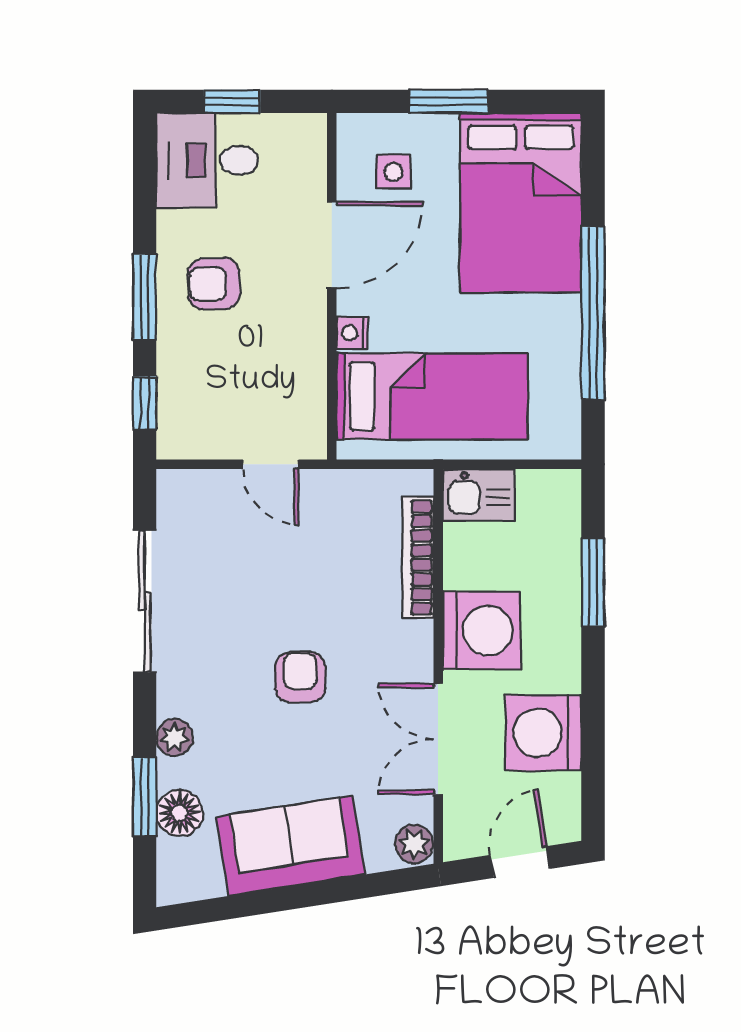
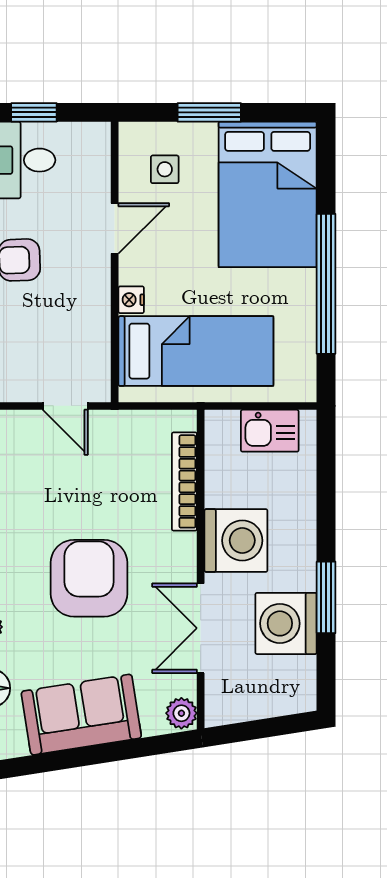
door: (332, 245) -> (115, 228), width x0.73
kitchen sink: (479, 495) -> (270, 431), moved
window: (593, 582) -> (326, 597), moved
armchair: (300, 677) -> (89, 578), width x1.88, depth x1.88
door: (520, 862) -> (267, 728), removed

